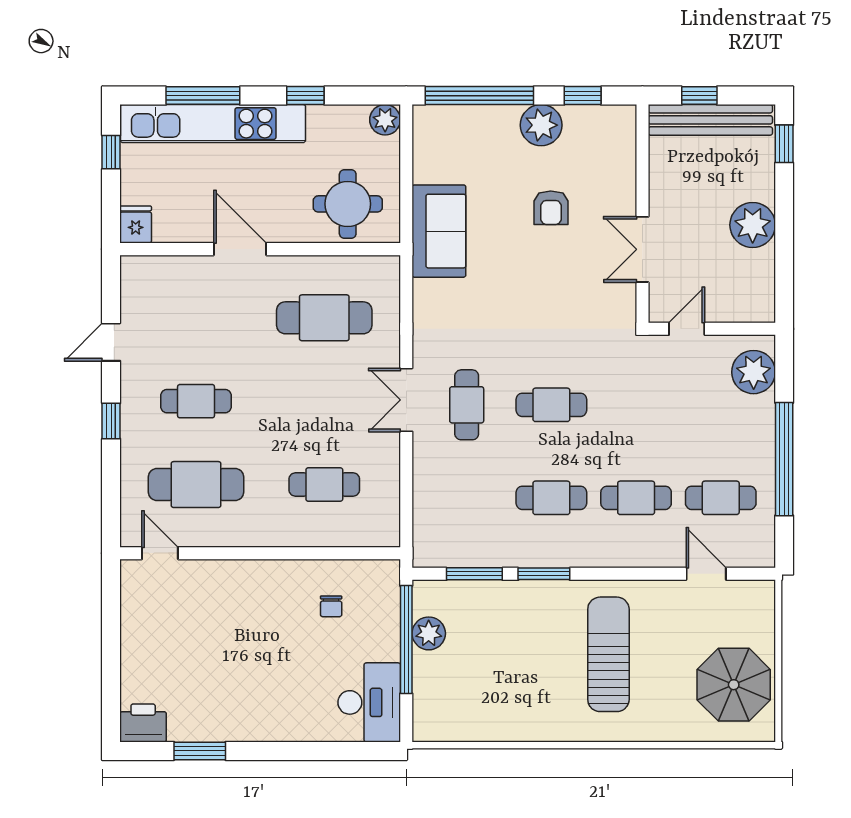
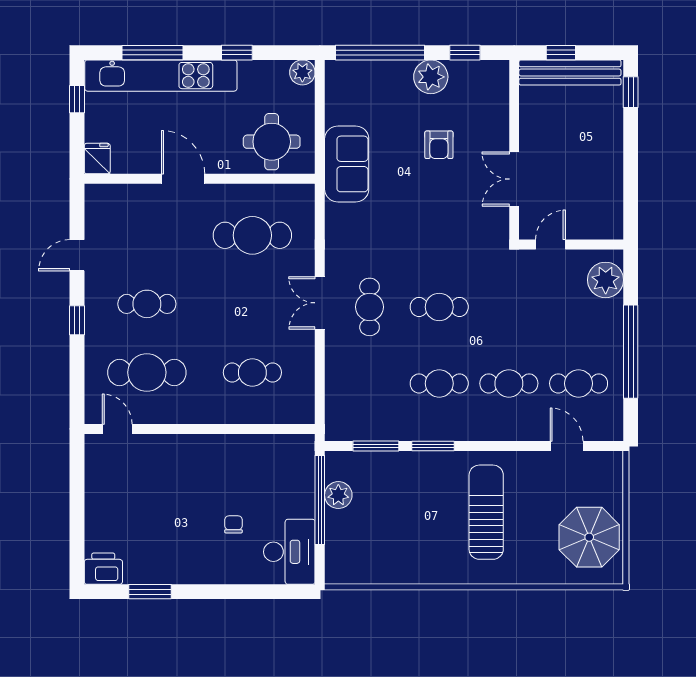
plant: (753, 225) -> (605, 159), removed
chair: (331, 606) -> (233, 524), moved, turned 180

